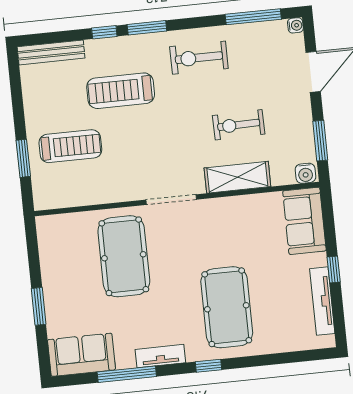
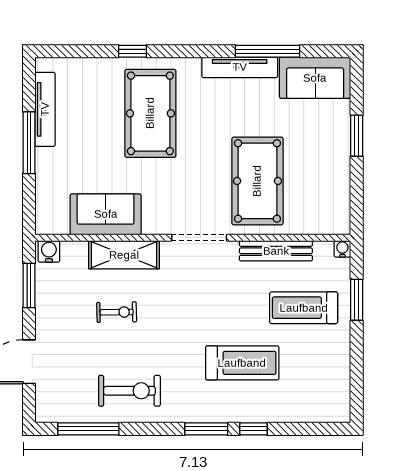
water cooler: (295, 25) -> (342, 249), moved, turned 90
bench: (51, 52) -> (276, 251), moved
exercise bike: (199, 58) -> (129, 391), moved
exercise bike: (239, 125) -> (117, 312), width x0.73, depth x0.72
sofa: (304, 221) -> (106, 214), moved, turned -90
window: (334, 269) -> (29, 143), width x2.17
tv unit: (160, 356) -> (240, 67), width x1.41
window: (208, 366) -> (132, 51), moved

